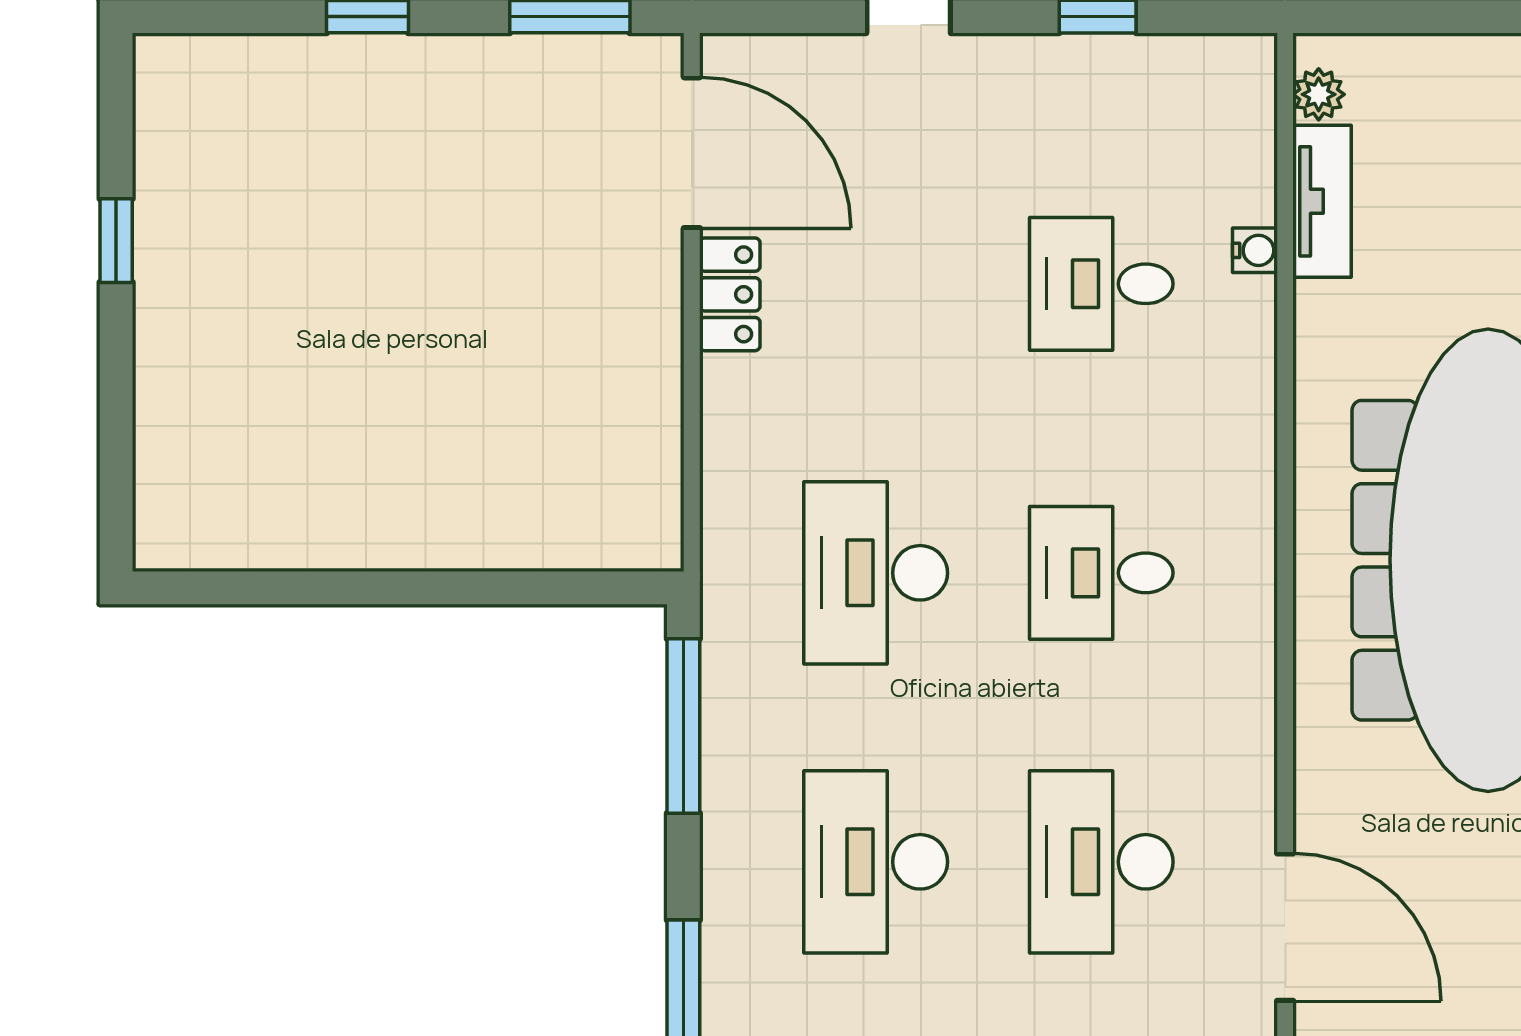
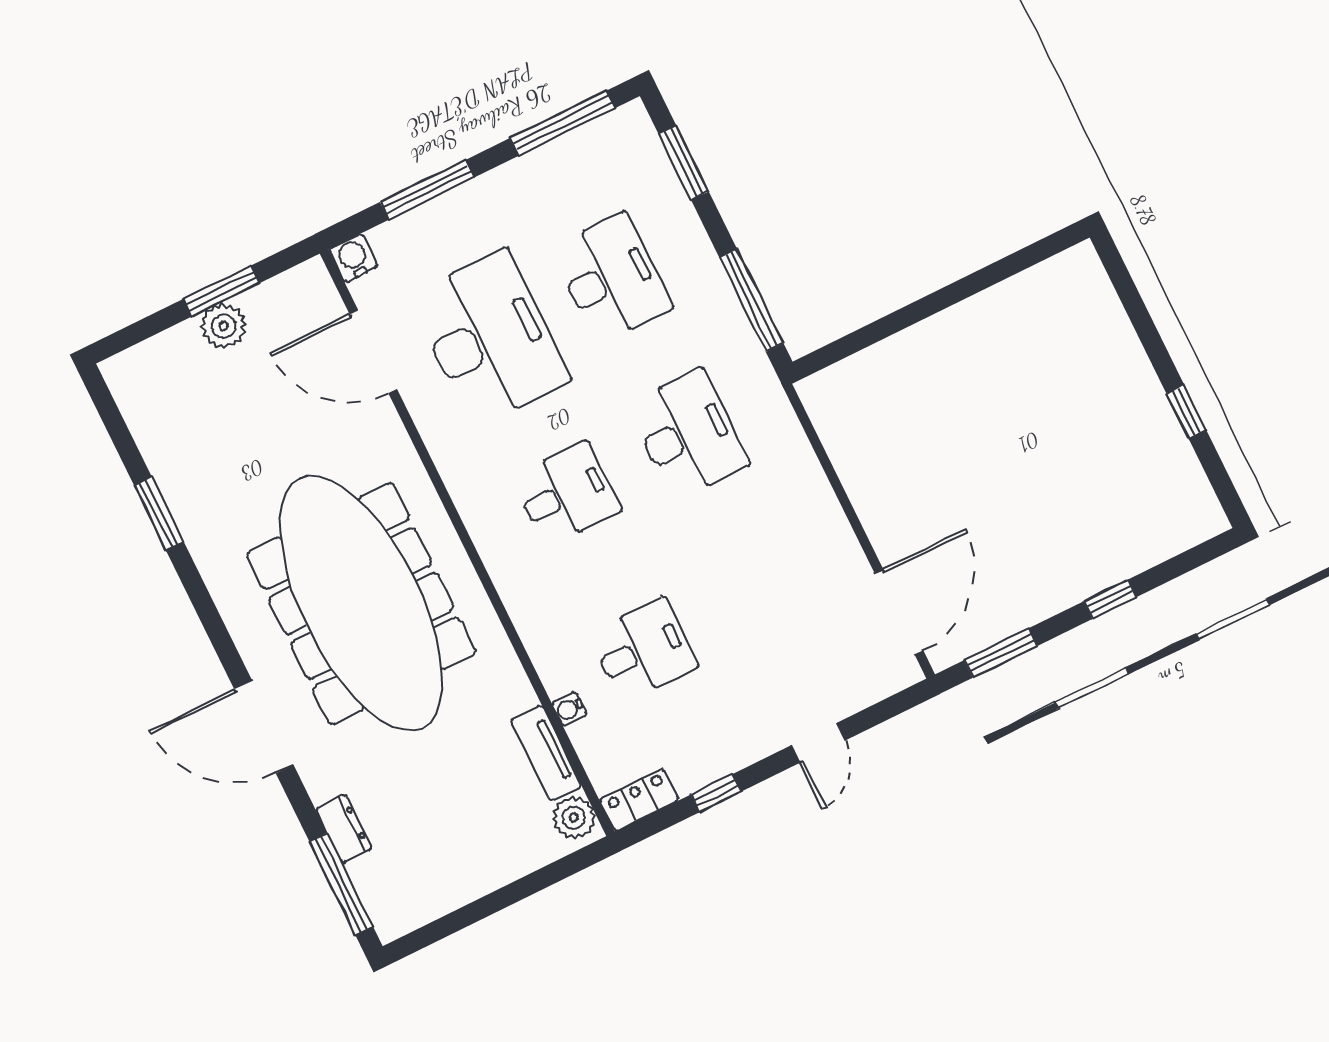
plant: (1319, 94) -> (574, 818), width x1.38, depth x1.38
door: (692, 153) -> (899, 612), swing flipped
locker: (730, 294) -> (639, 800), moved, turned 90
desk: (1101, 862) -> (490, 338), width x1.36, depth x1.30

